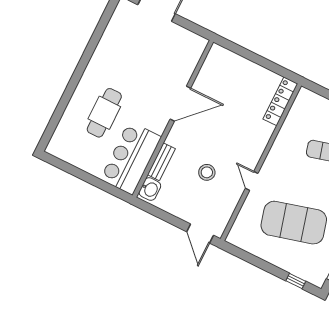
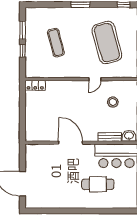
locker: (280, 101) -> (35, 85), width x0.66
stool: (207, 172) -> (113, 102), moved

